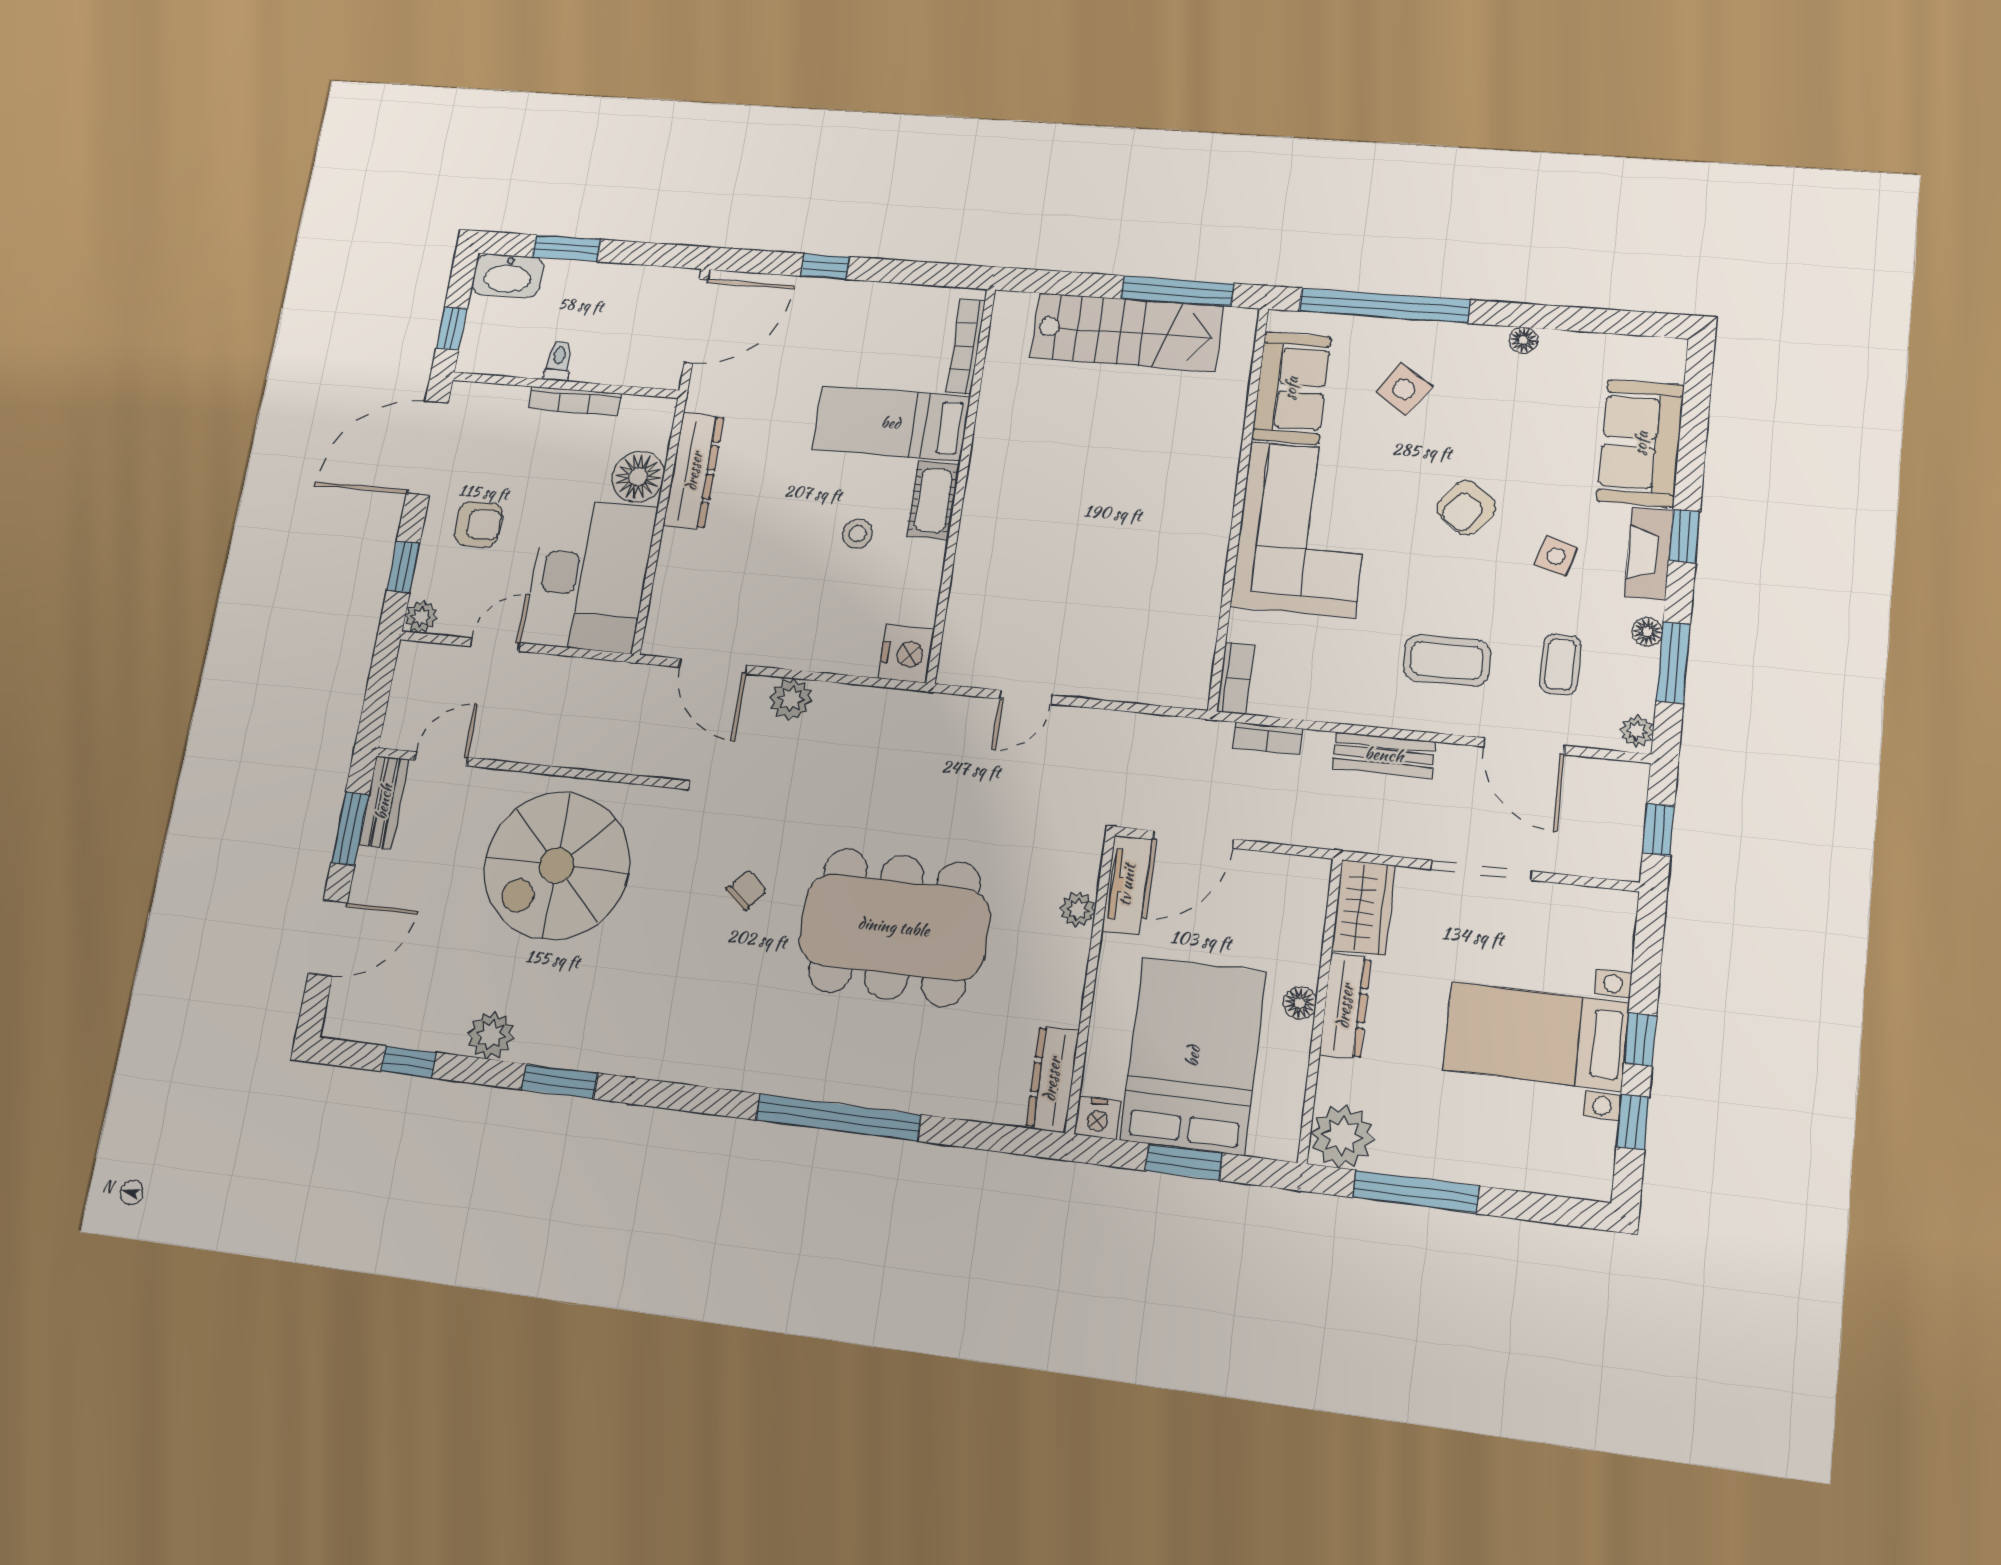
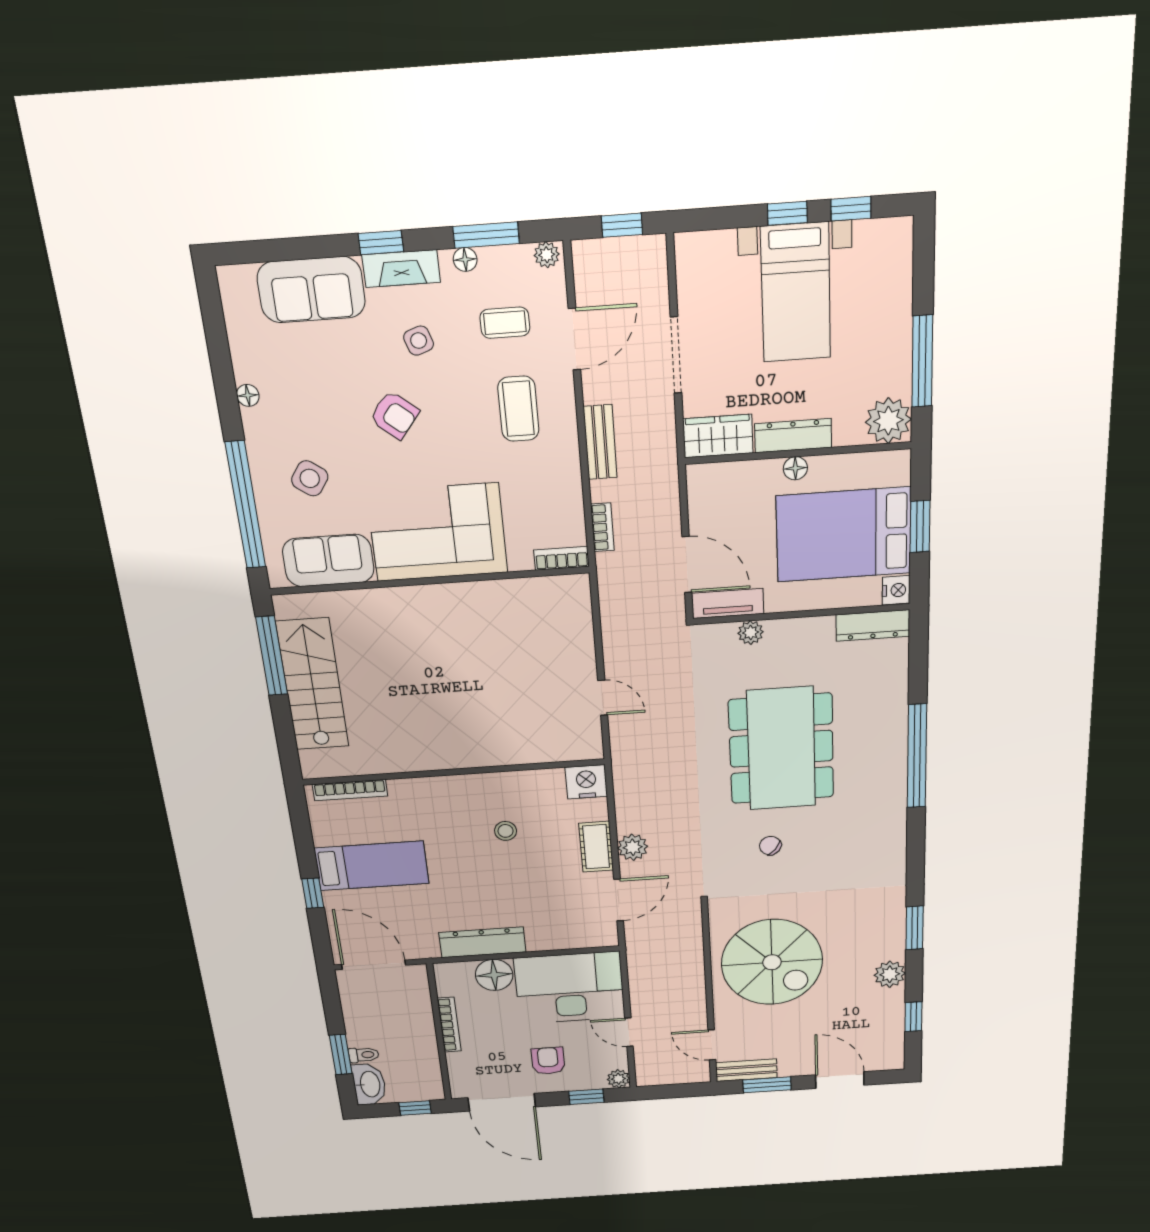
toilet: (559, 361) -> (364, 1055), moved, turned 180
bed: (891, 423) -> (372, 866), moved, turned -90
cot: (933, 500) -> (596, 847), moved, turned 90
side table: (1556, 556) -> (419, 341), turned -36

